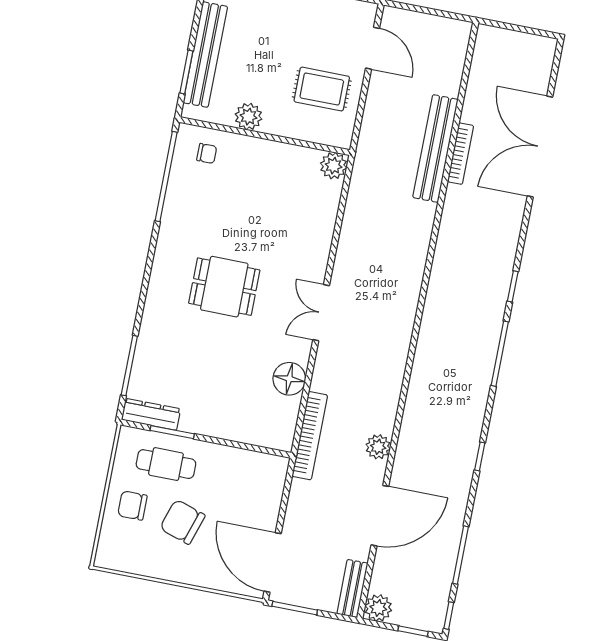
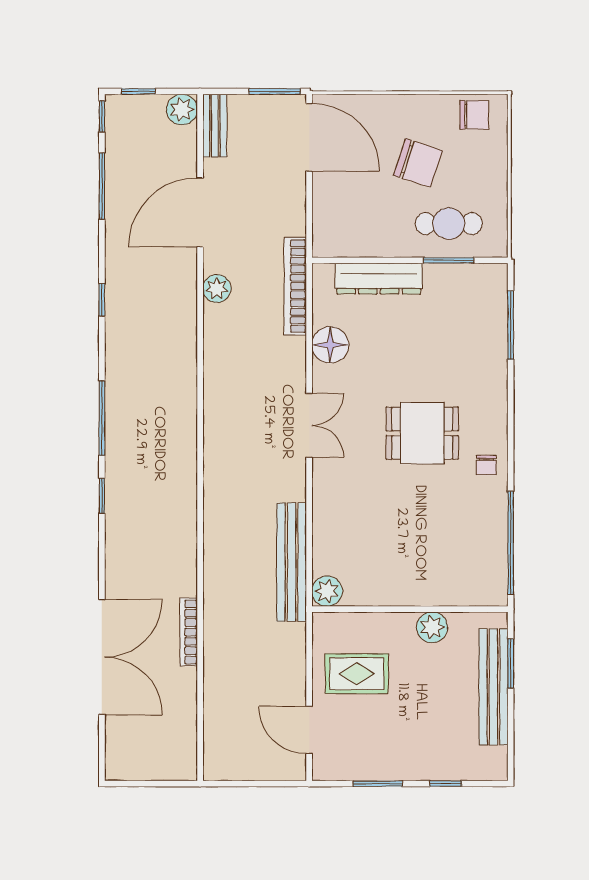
bench: (435, 148) -> (292, 562), moved
chair: (207, 153) -> (486, 465), moved, turned -90
dresser: (151, 414) -> (379, 279), moved, width x1.37, depth x1.24
chair: (132, 505) -> (474, 115), moved

